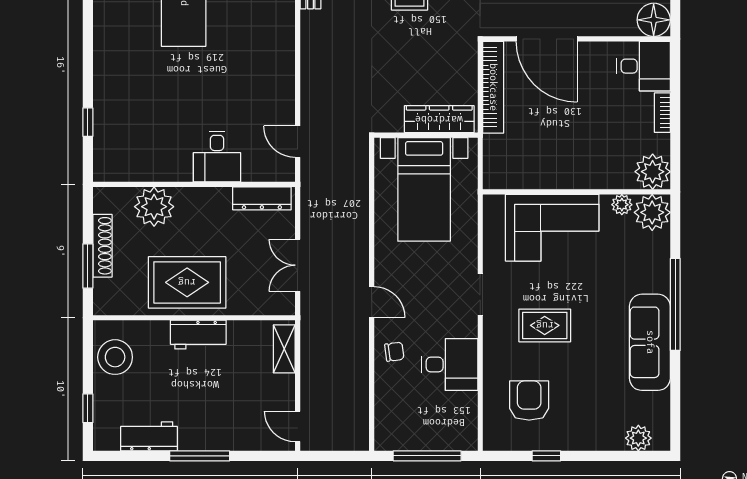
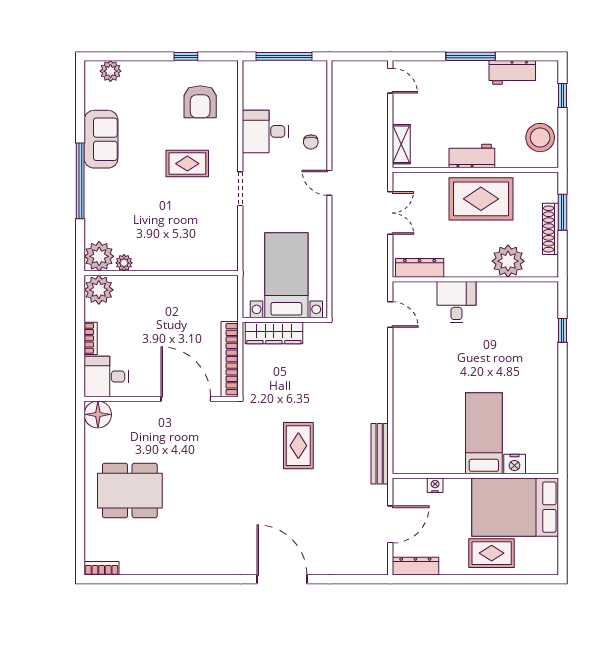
corner sofa: (552, 228) -> (181, 244), removed
sofa: (650, 342) -> (101, 139), width x0.73
chair: (394, 352) -> (311, 142), turned -83

